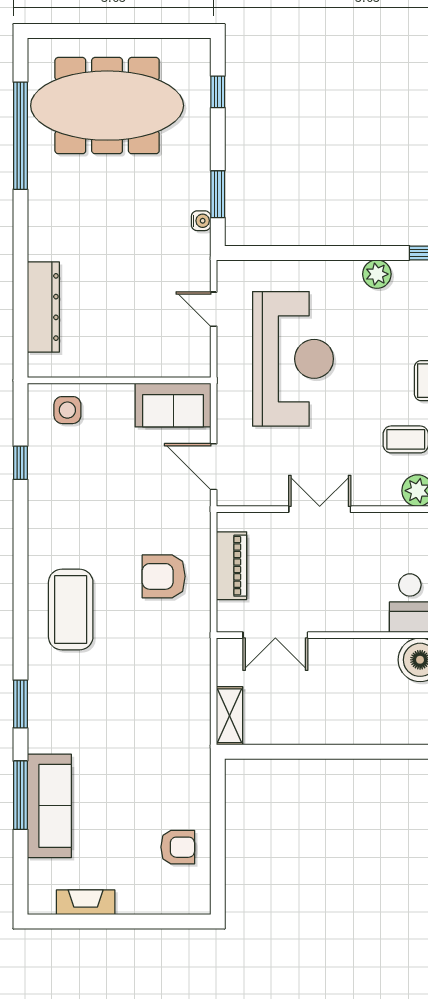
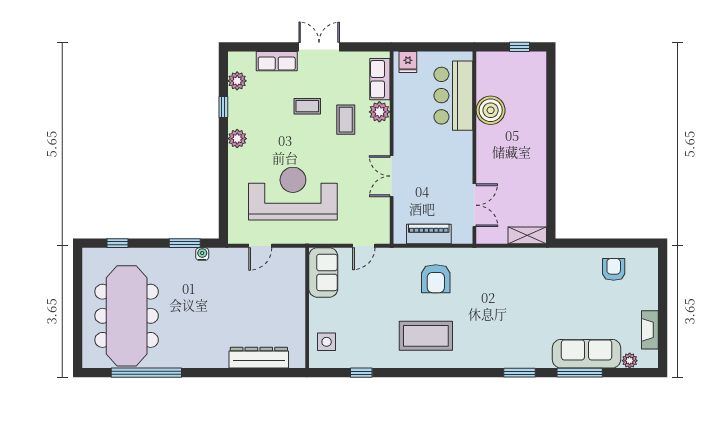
door: (214, 467) -> (364, 246), width x0.73
coffee table: (71, 610) -> (426, 336), moved
plant: (39, 871) -> (630, 361), added

